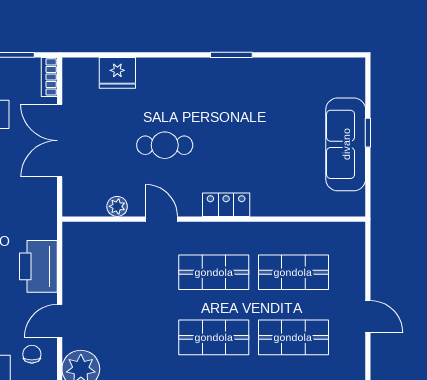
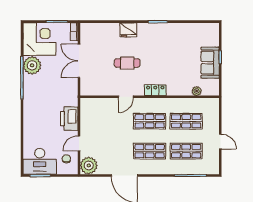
fridge: (117, 73) -> (128, 30), moved
sofa: (346, 144) -> (210, 63), width x0.73
plant: (117, 206) -> (197, 91), moved
door: (162, 219) -> (126, 97), swing flipped

